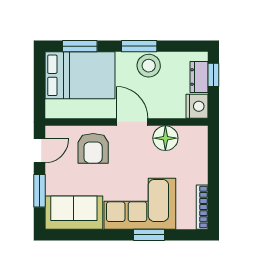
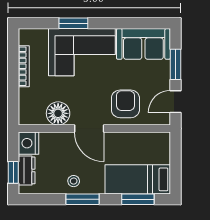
stool: (149, 66) -> (74, 181), width x0.53, depth x0.53
bed: (80, 75) -> (138, 179), width x0.67
bookcase: (202, 207) -> (24, 66), moved

